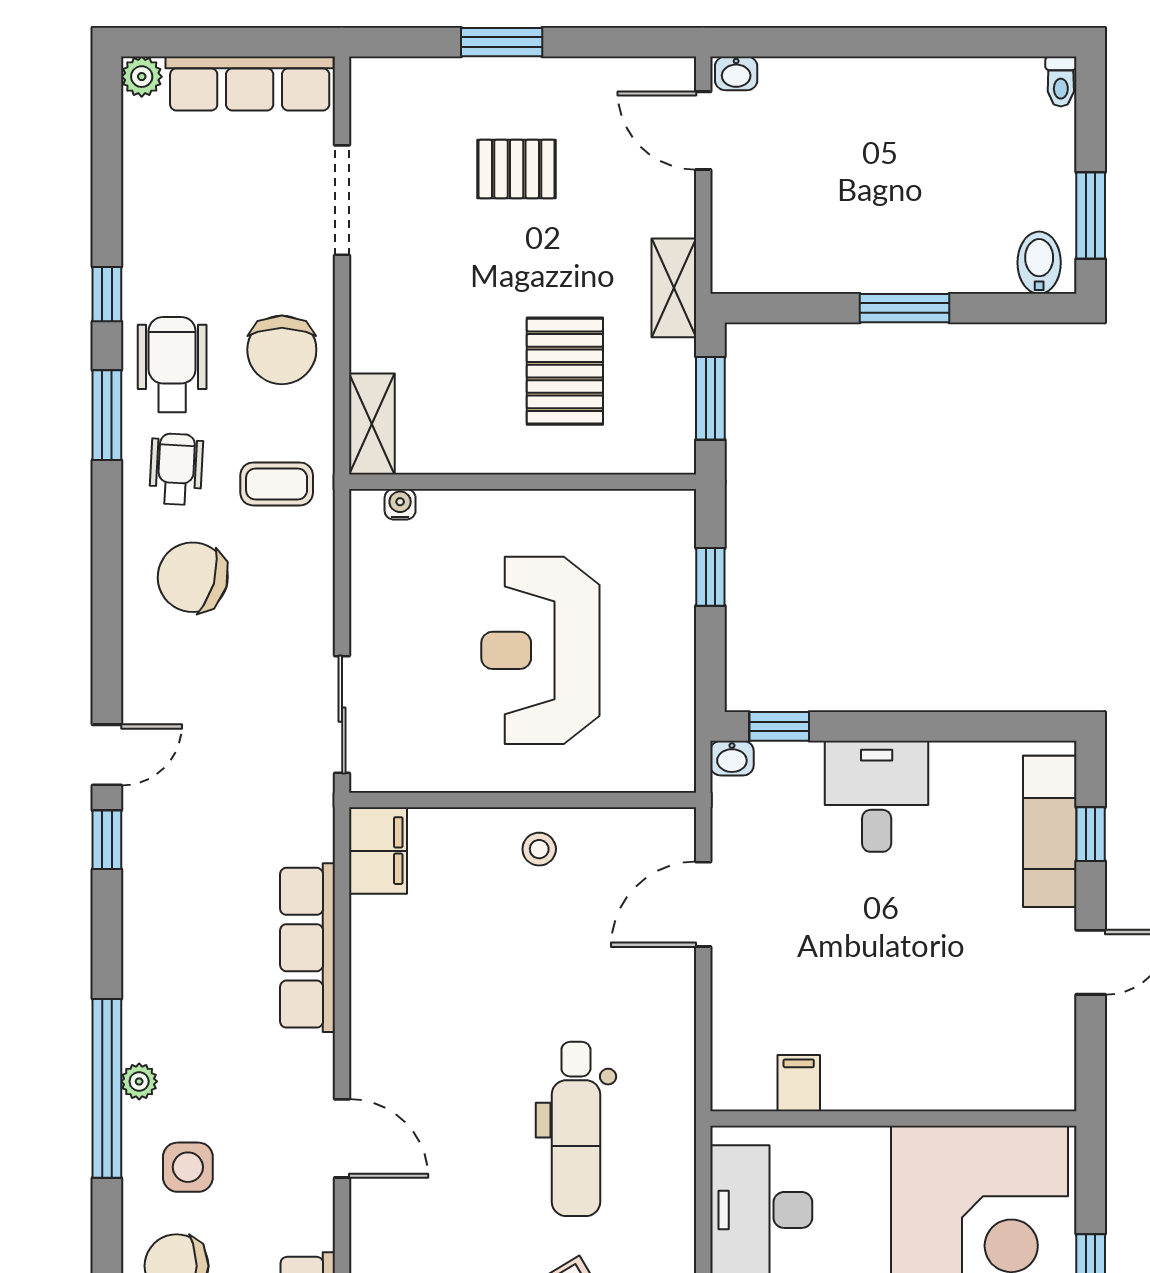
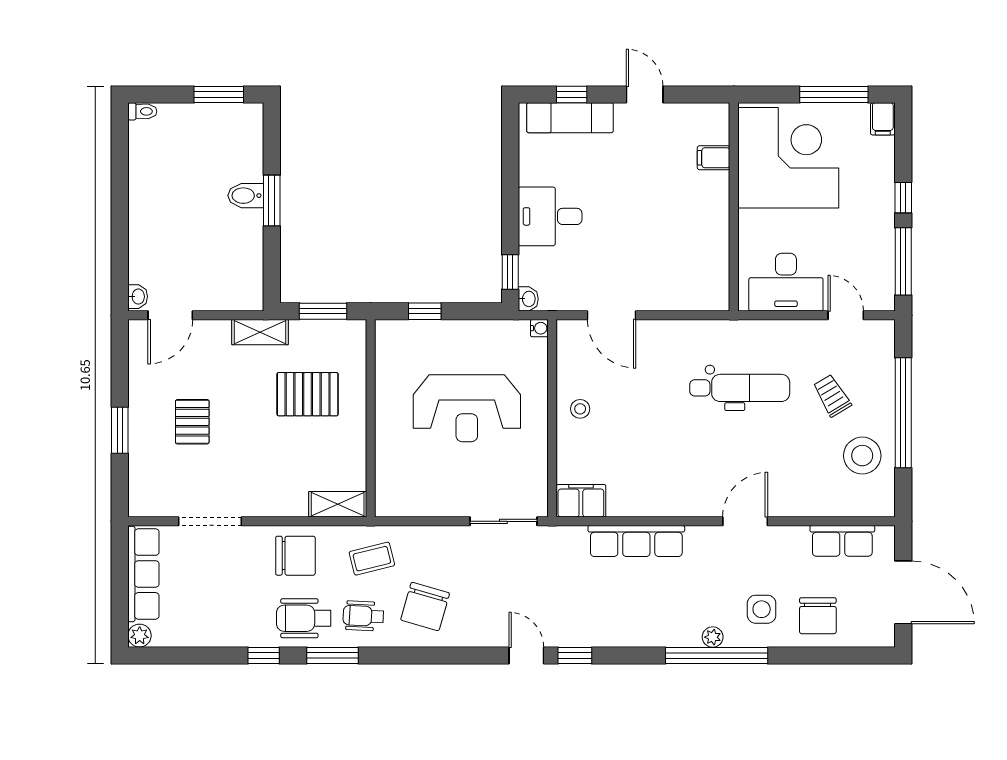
bidet: (1039, 263) -> (246, 196), moved
coffee table: (277, 484) -> (372, 559), turned 76
water cooler: (400, 504) -> (539, 328), moved, turned 180
filing cabinet: (799, 1083) -> (714, 158), moved

